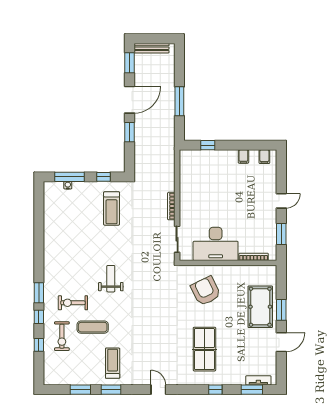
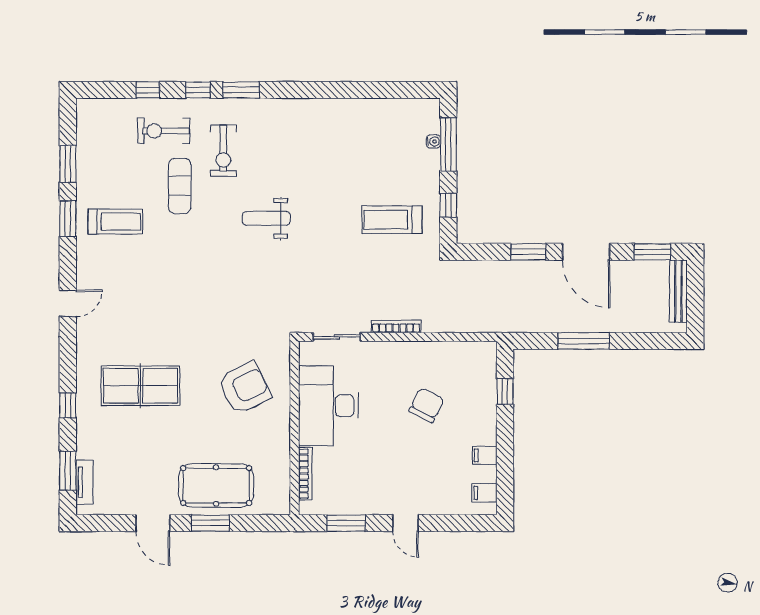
chair: (215, 189) -> (427, 405), added
weight bench: (111, 279) -> (266, 218), turned 180
exercise bike: (73, 303) -> (223, 151), turned 180

